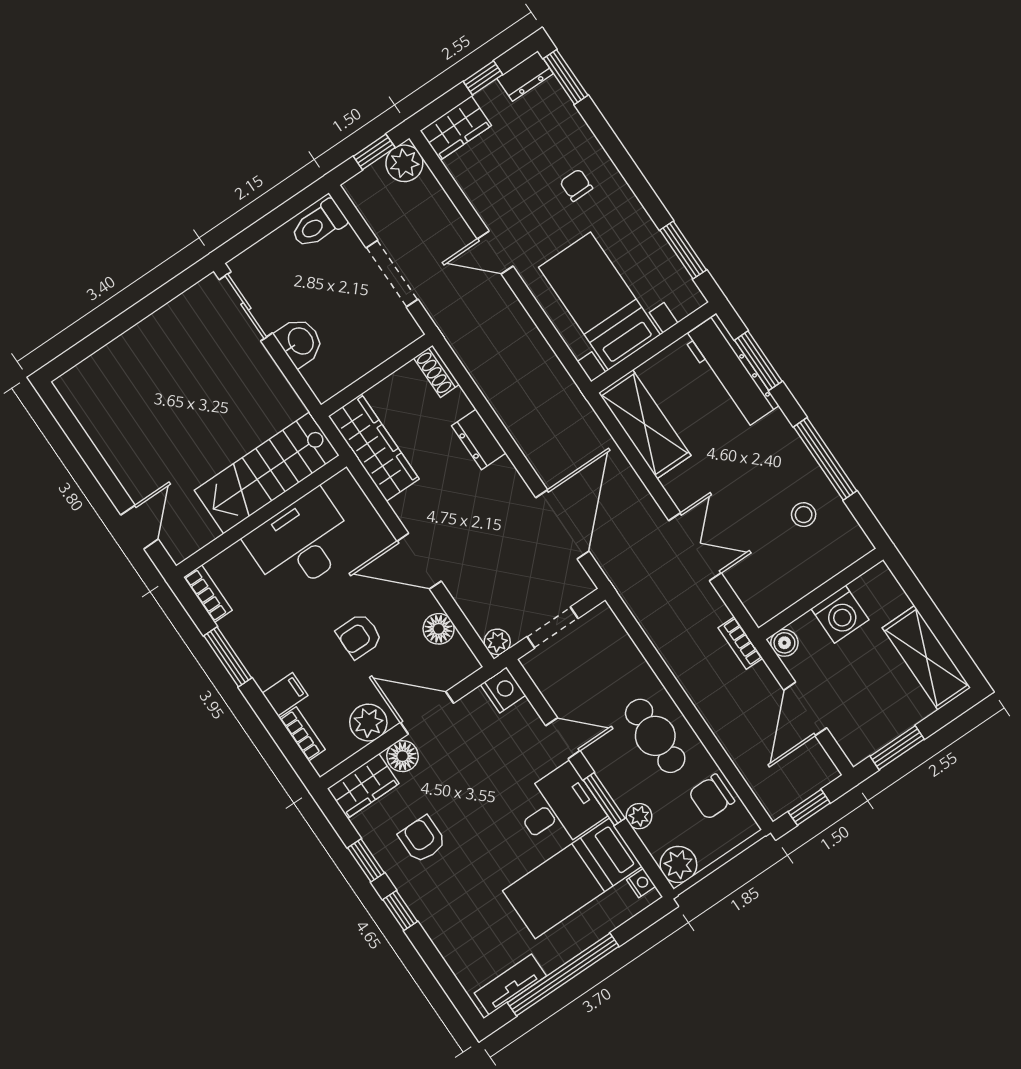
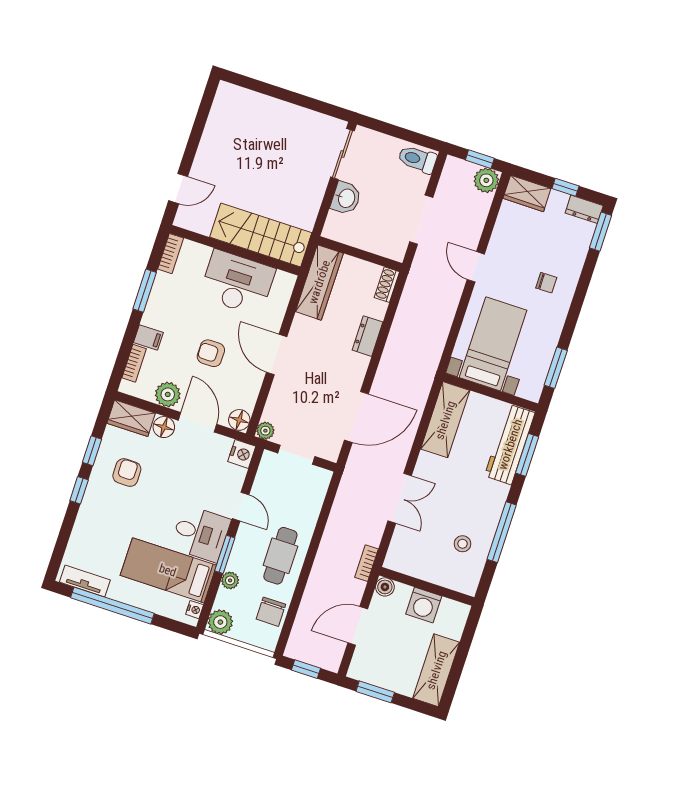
chair: (576, 185) -> (546, 283), turned 90
floor lamp: (439, 629) -> (239, 420), moved
chair: (712, 797) -> (271, 612), turned -90

